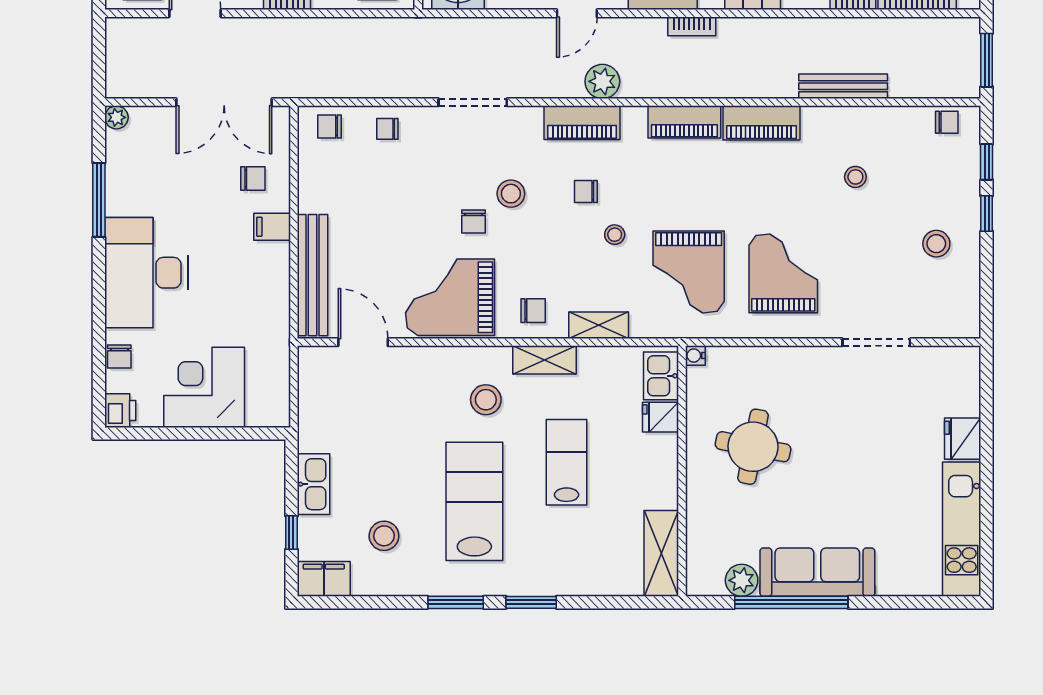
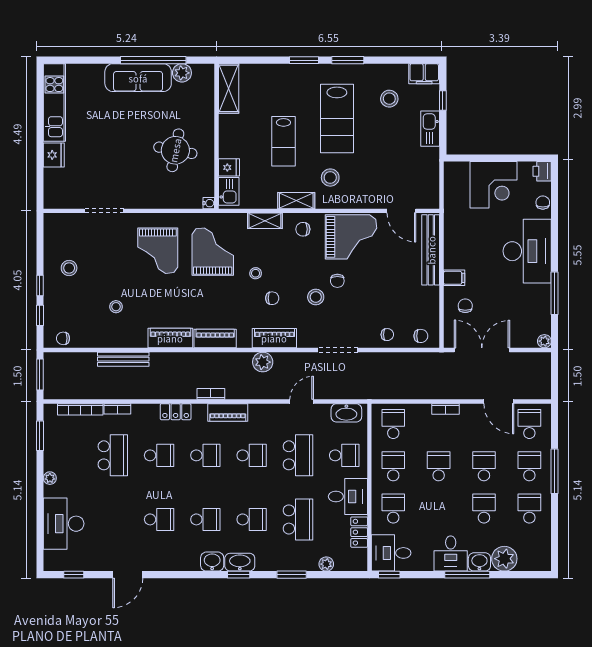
door: (577, 13) -> (302, 402), moved
chair: (253, 178) -> (465, 306), turned 90
chair: (474, 221) -> (337, 281), turned 180

